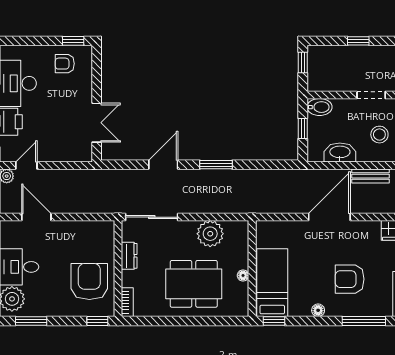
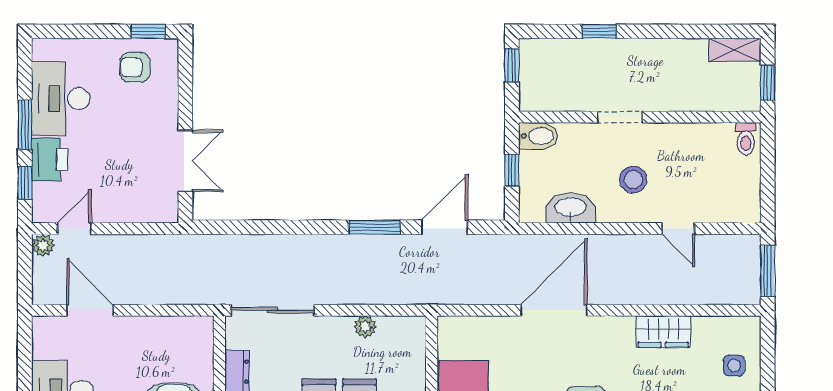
door: (163, 165) -> (444, 227), moved
bench: (371, 176) -> (619, 245), removed
plant: (210, 234) -> (365, 327), width x0.53, depth x0.53

